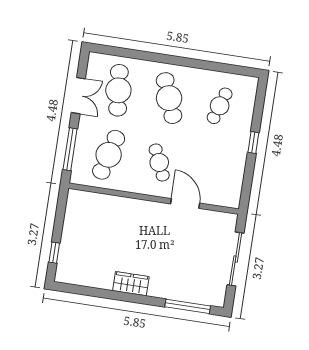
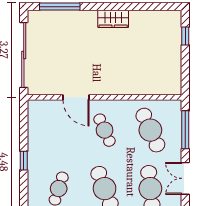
cafe table: (109, 155) -> (150, 130), turned -39
sliding door: (236, 259) -> (24, 55), width x1.36

